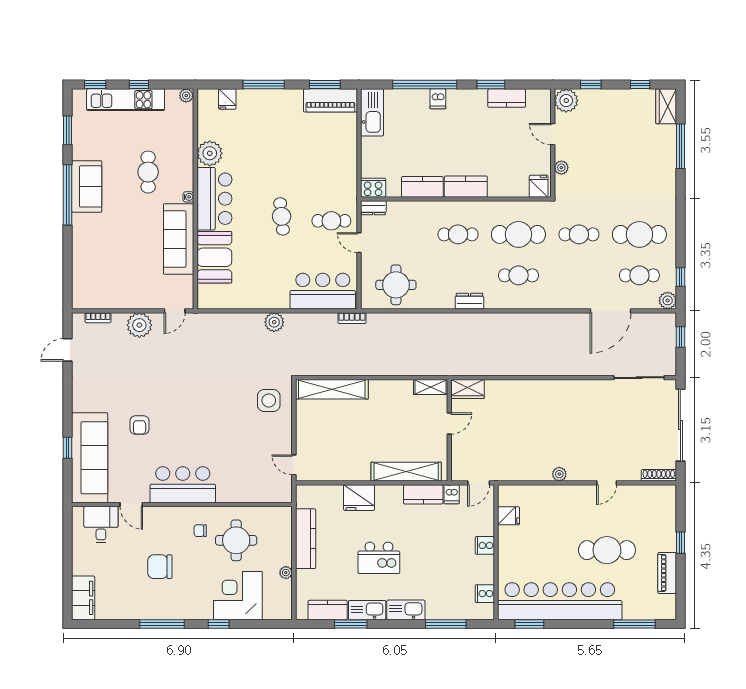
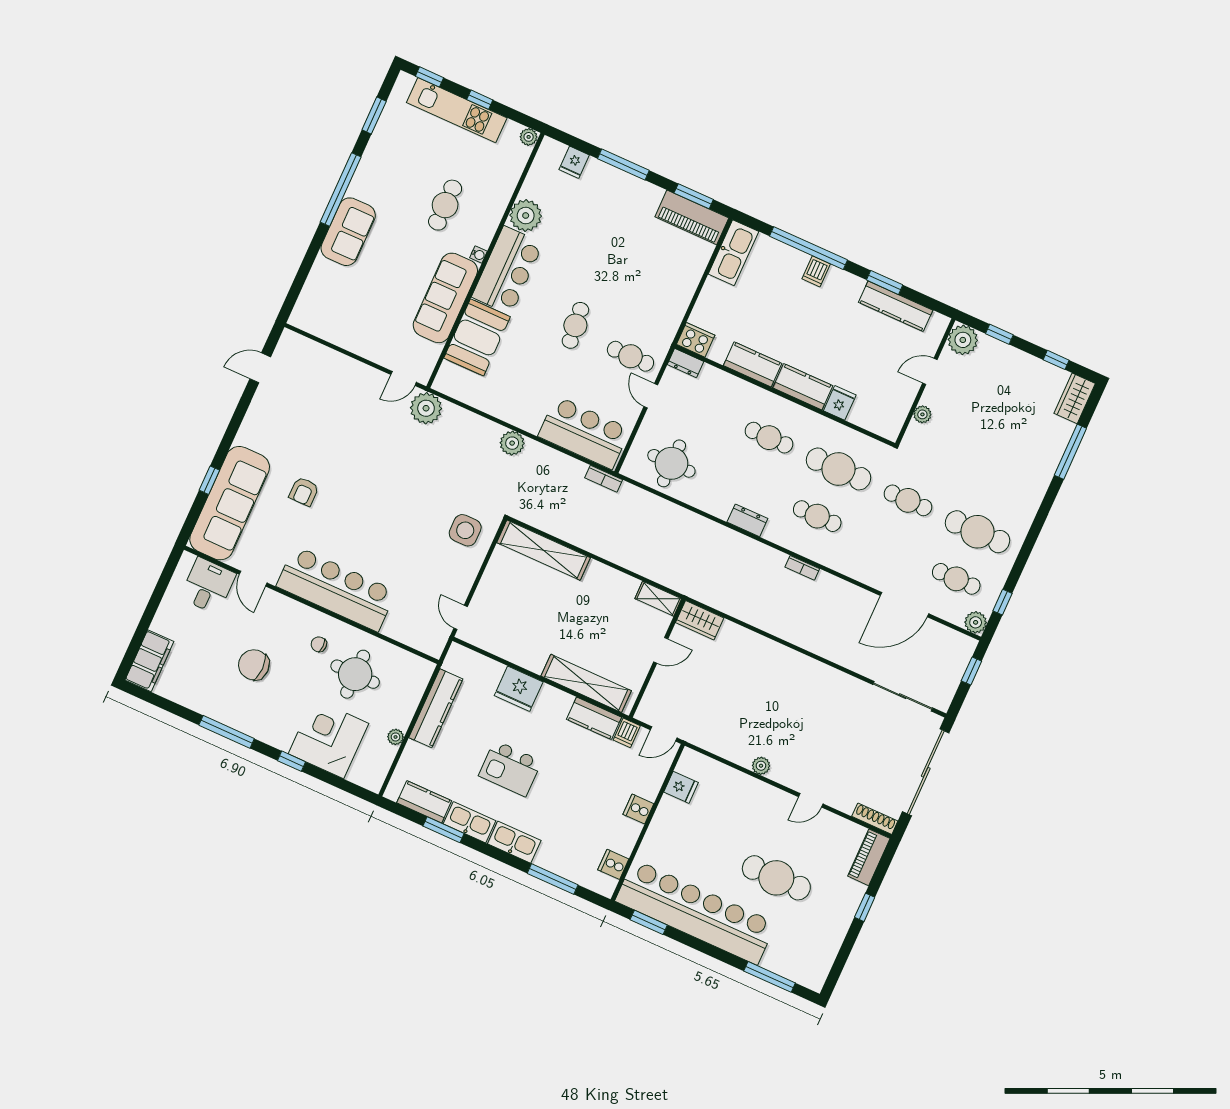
kitchen counter: (507, 98) -> (896, 306), width x1.50
door: (553, 134) -> (930, 371), hinge flipped
sofa: (87, 186) -> (348, 232), moved
fridge: (539, 186) -> (840, 403), moved
bookcase: (98, 318) -> (802, 568), moved
plant: (139, 325) -> (426, 408), moved
bar counter: (183, 485) -> (336, 589), width x1.36
piano: (667, 573) -> (869, 857), moved

